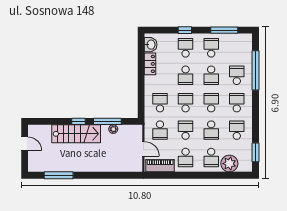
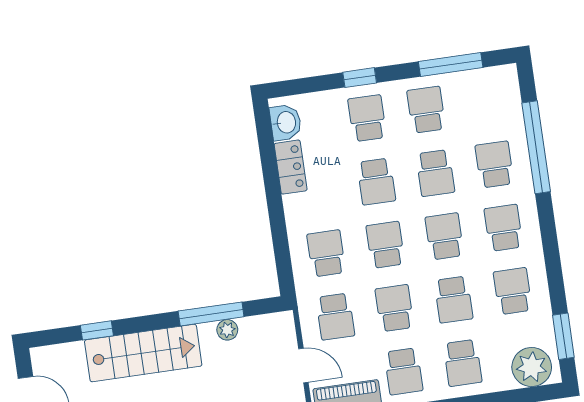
window: (79, 121) -> (97, 330), moved
plant: (229, 164) -> (532, 367), moved

